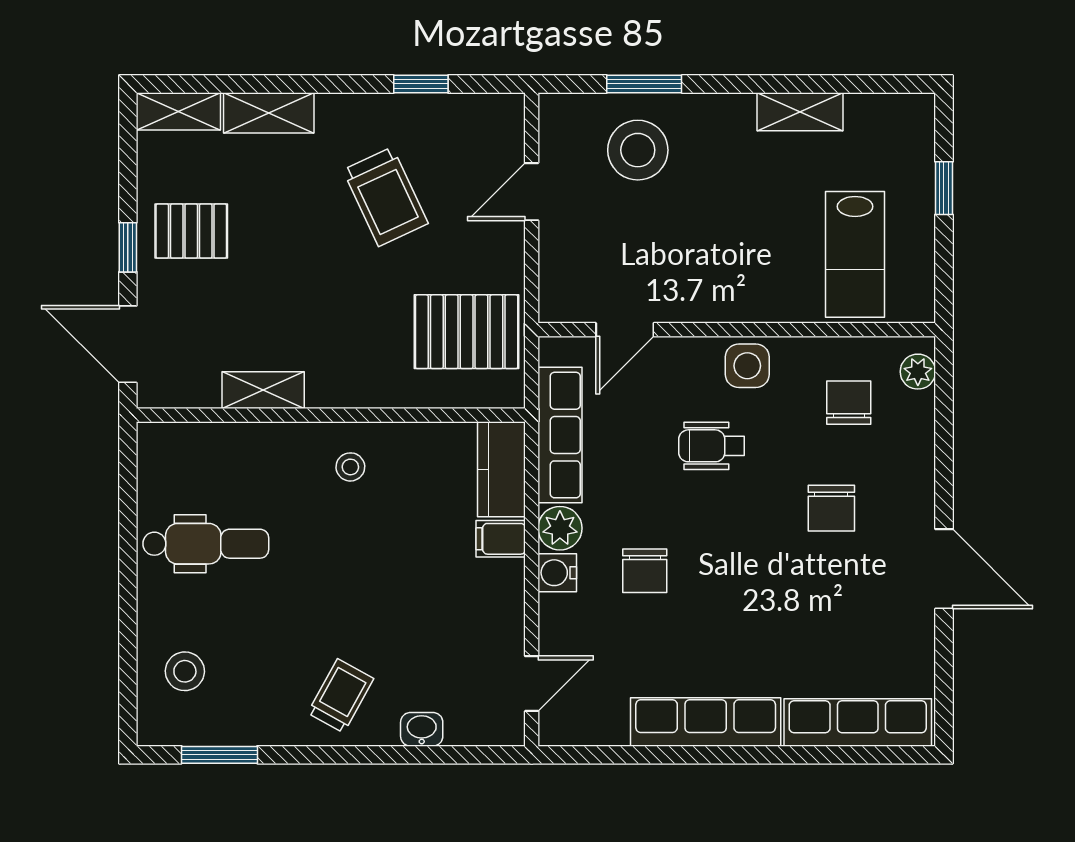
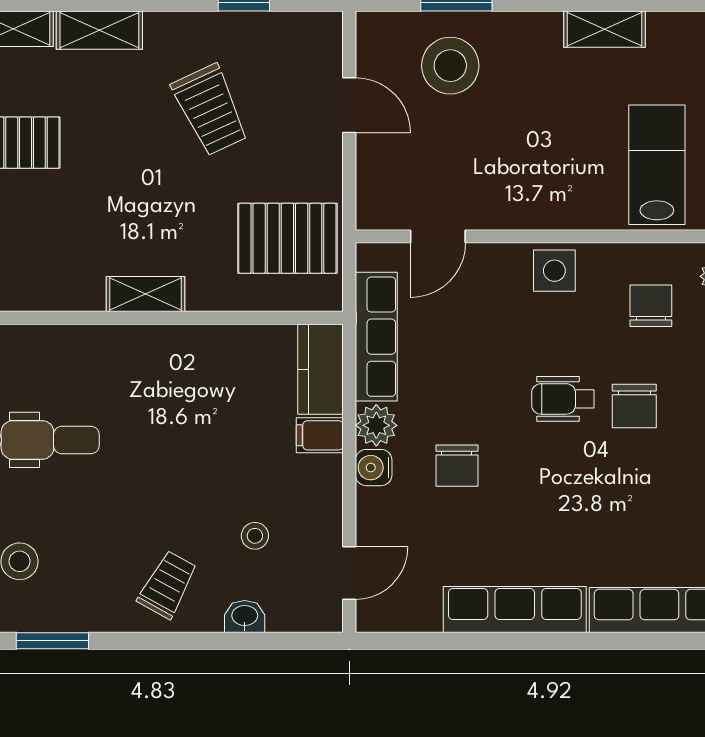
door: (532, 192) -> (349, 105), swing flipped
lab bench: (855, 254) -> (657, 165), turned 180
shelving: (263, 390) -> (145, 294), moved
wheelchair: (712, 446) -> (563, 399), moved
stool: (350, 467) -> (255, 536), moved

